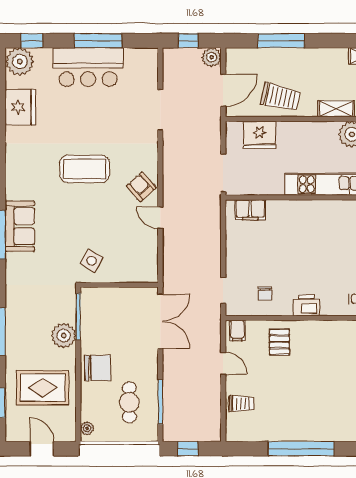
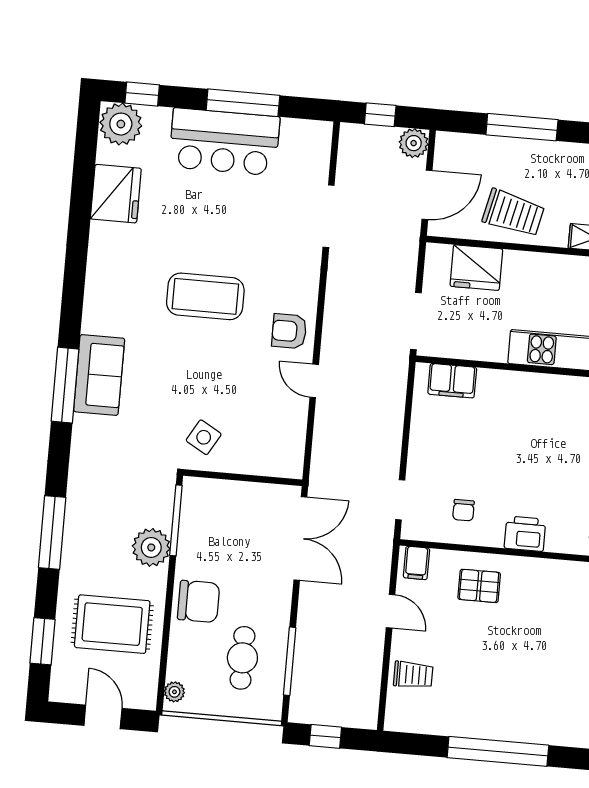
armchair: (141, 187) -> (289, 331), turned -48
pallet: (279, 342) -> (479, 586), turned 90

